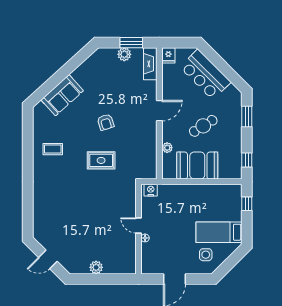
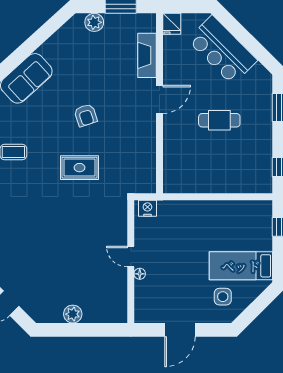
plant: (124, 54) -> (94, 22), moved
fireplace: (150, 64) -> (147, 55), moved
cafe table: (203, 126) -> (219, 120), turned 32
plant: (167, 148) -> (170, 150), removed
booth: (197, 166) -> (211, 175), removed

